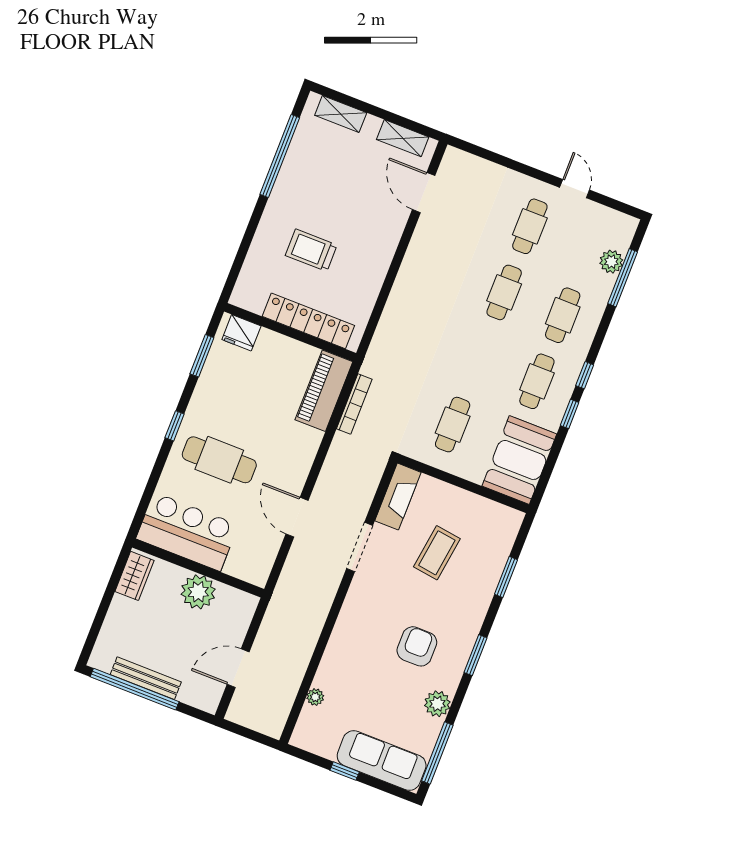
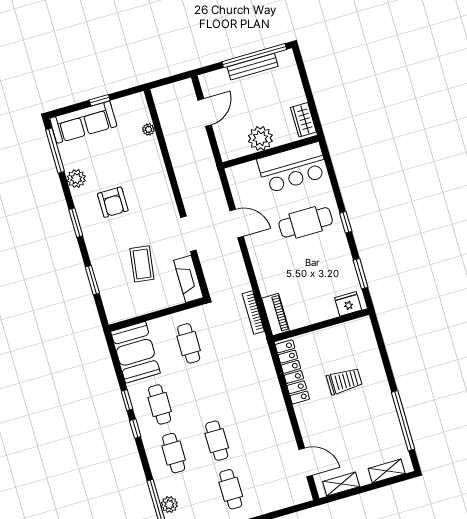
locker: (308, 321) -> (292, 372), moved, turned -90
piano: (324, 391) -> (276, 314), width x0.73, depth x0.75

